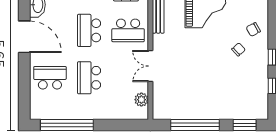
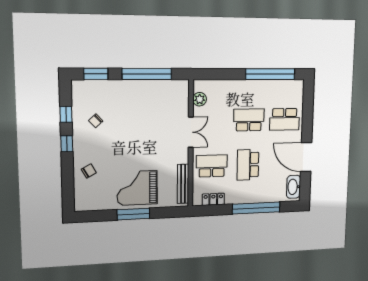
school desk: (89, 30) -> (248, 165), turned 180
chair: (239, 49) -> (96, 121), moved
school desk: (89, 78) -> (249, 120), turned -90

